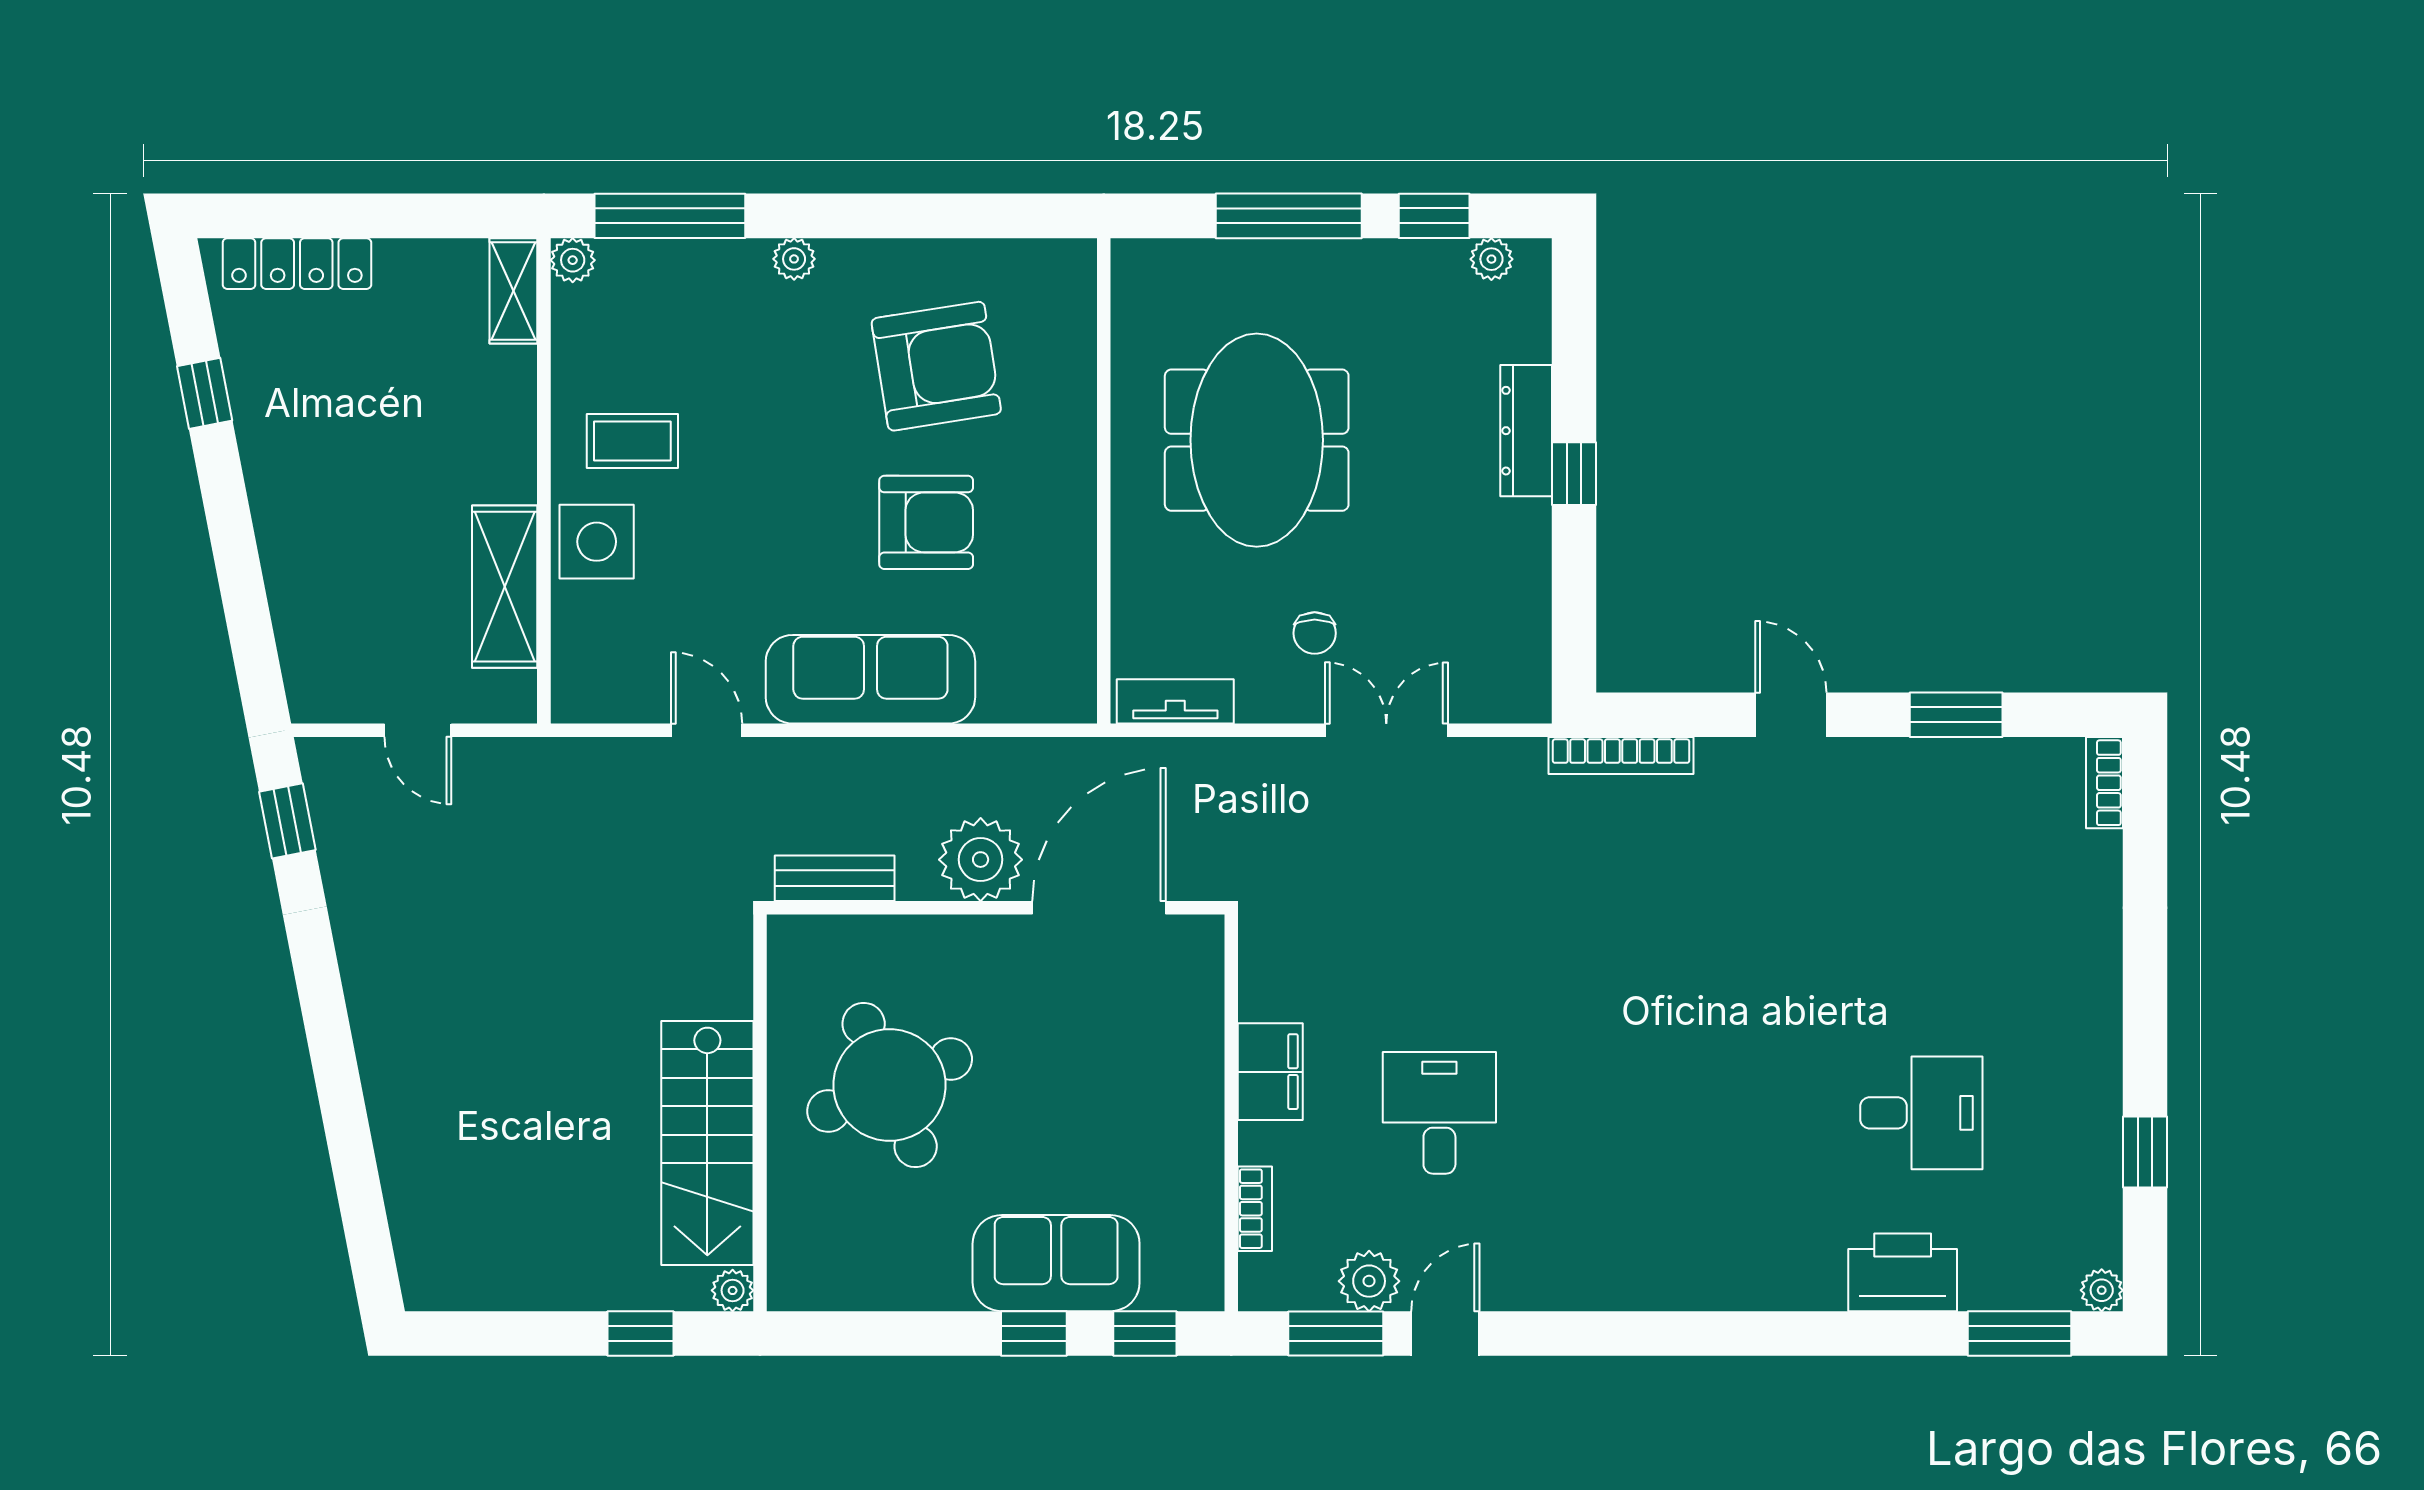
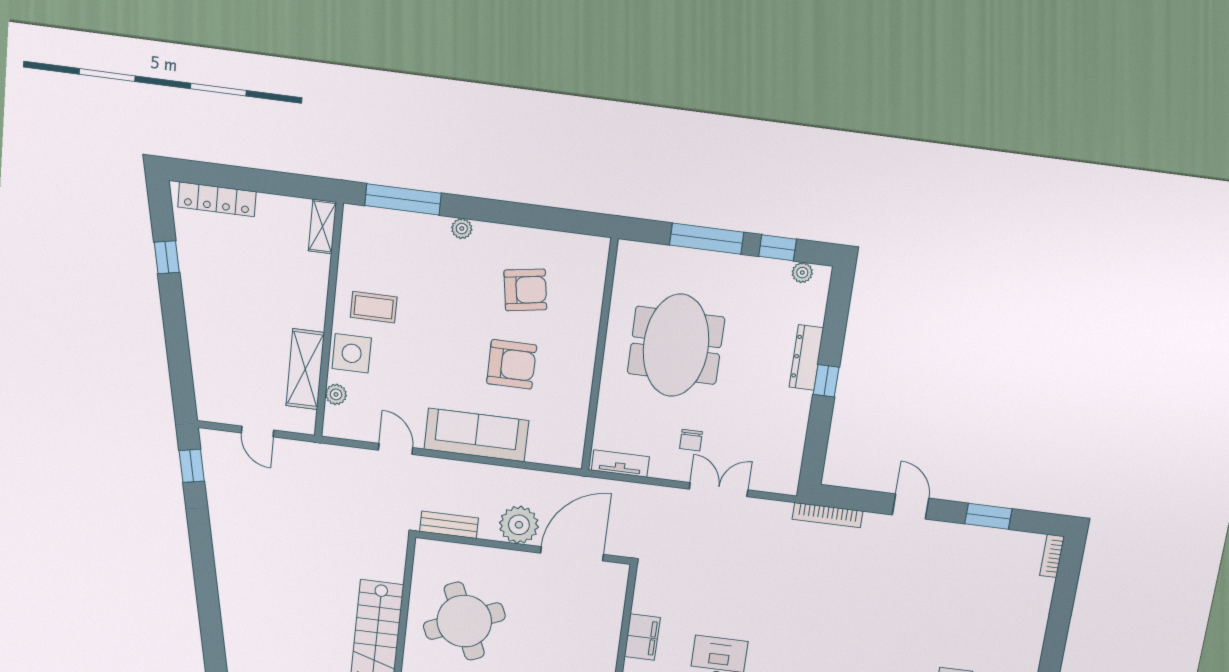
plant: (573, 260) -> (336, 394), moved
armchair: (936, 366) -> (525, 290), width x0.73, depth x0.73

